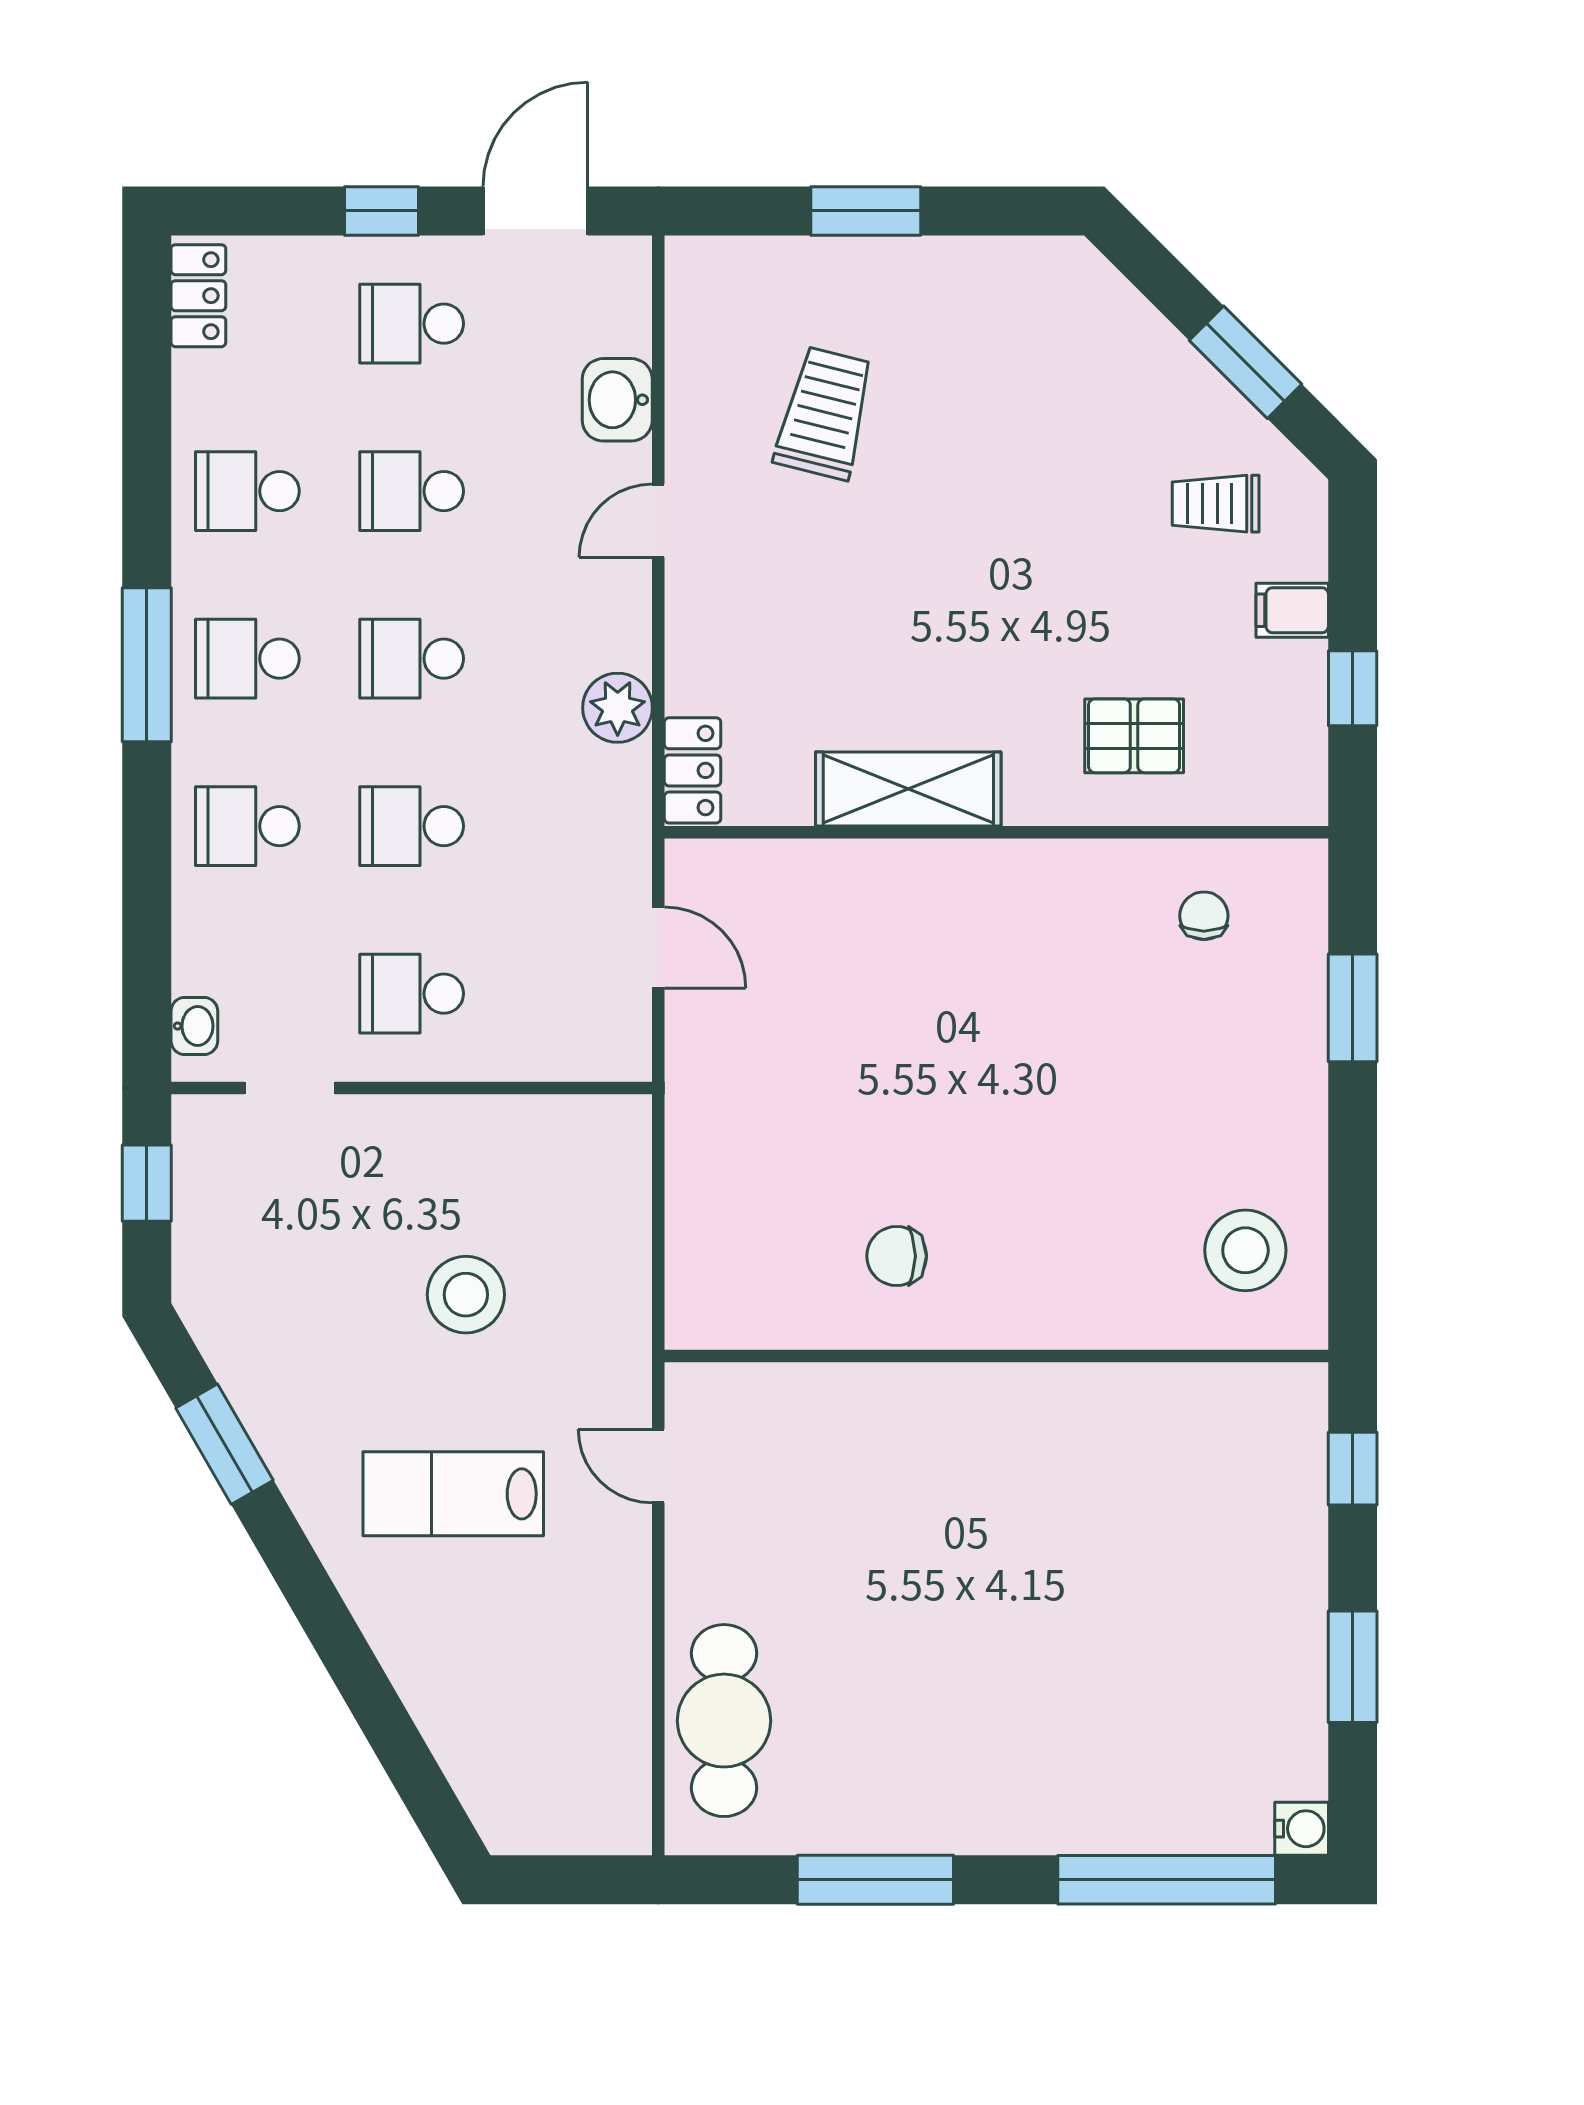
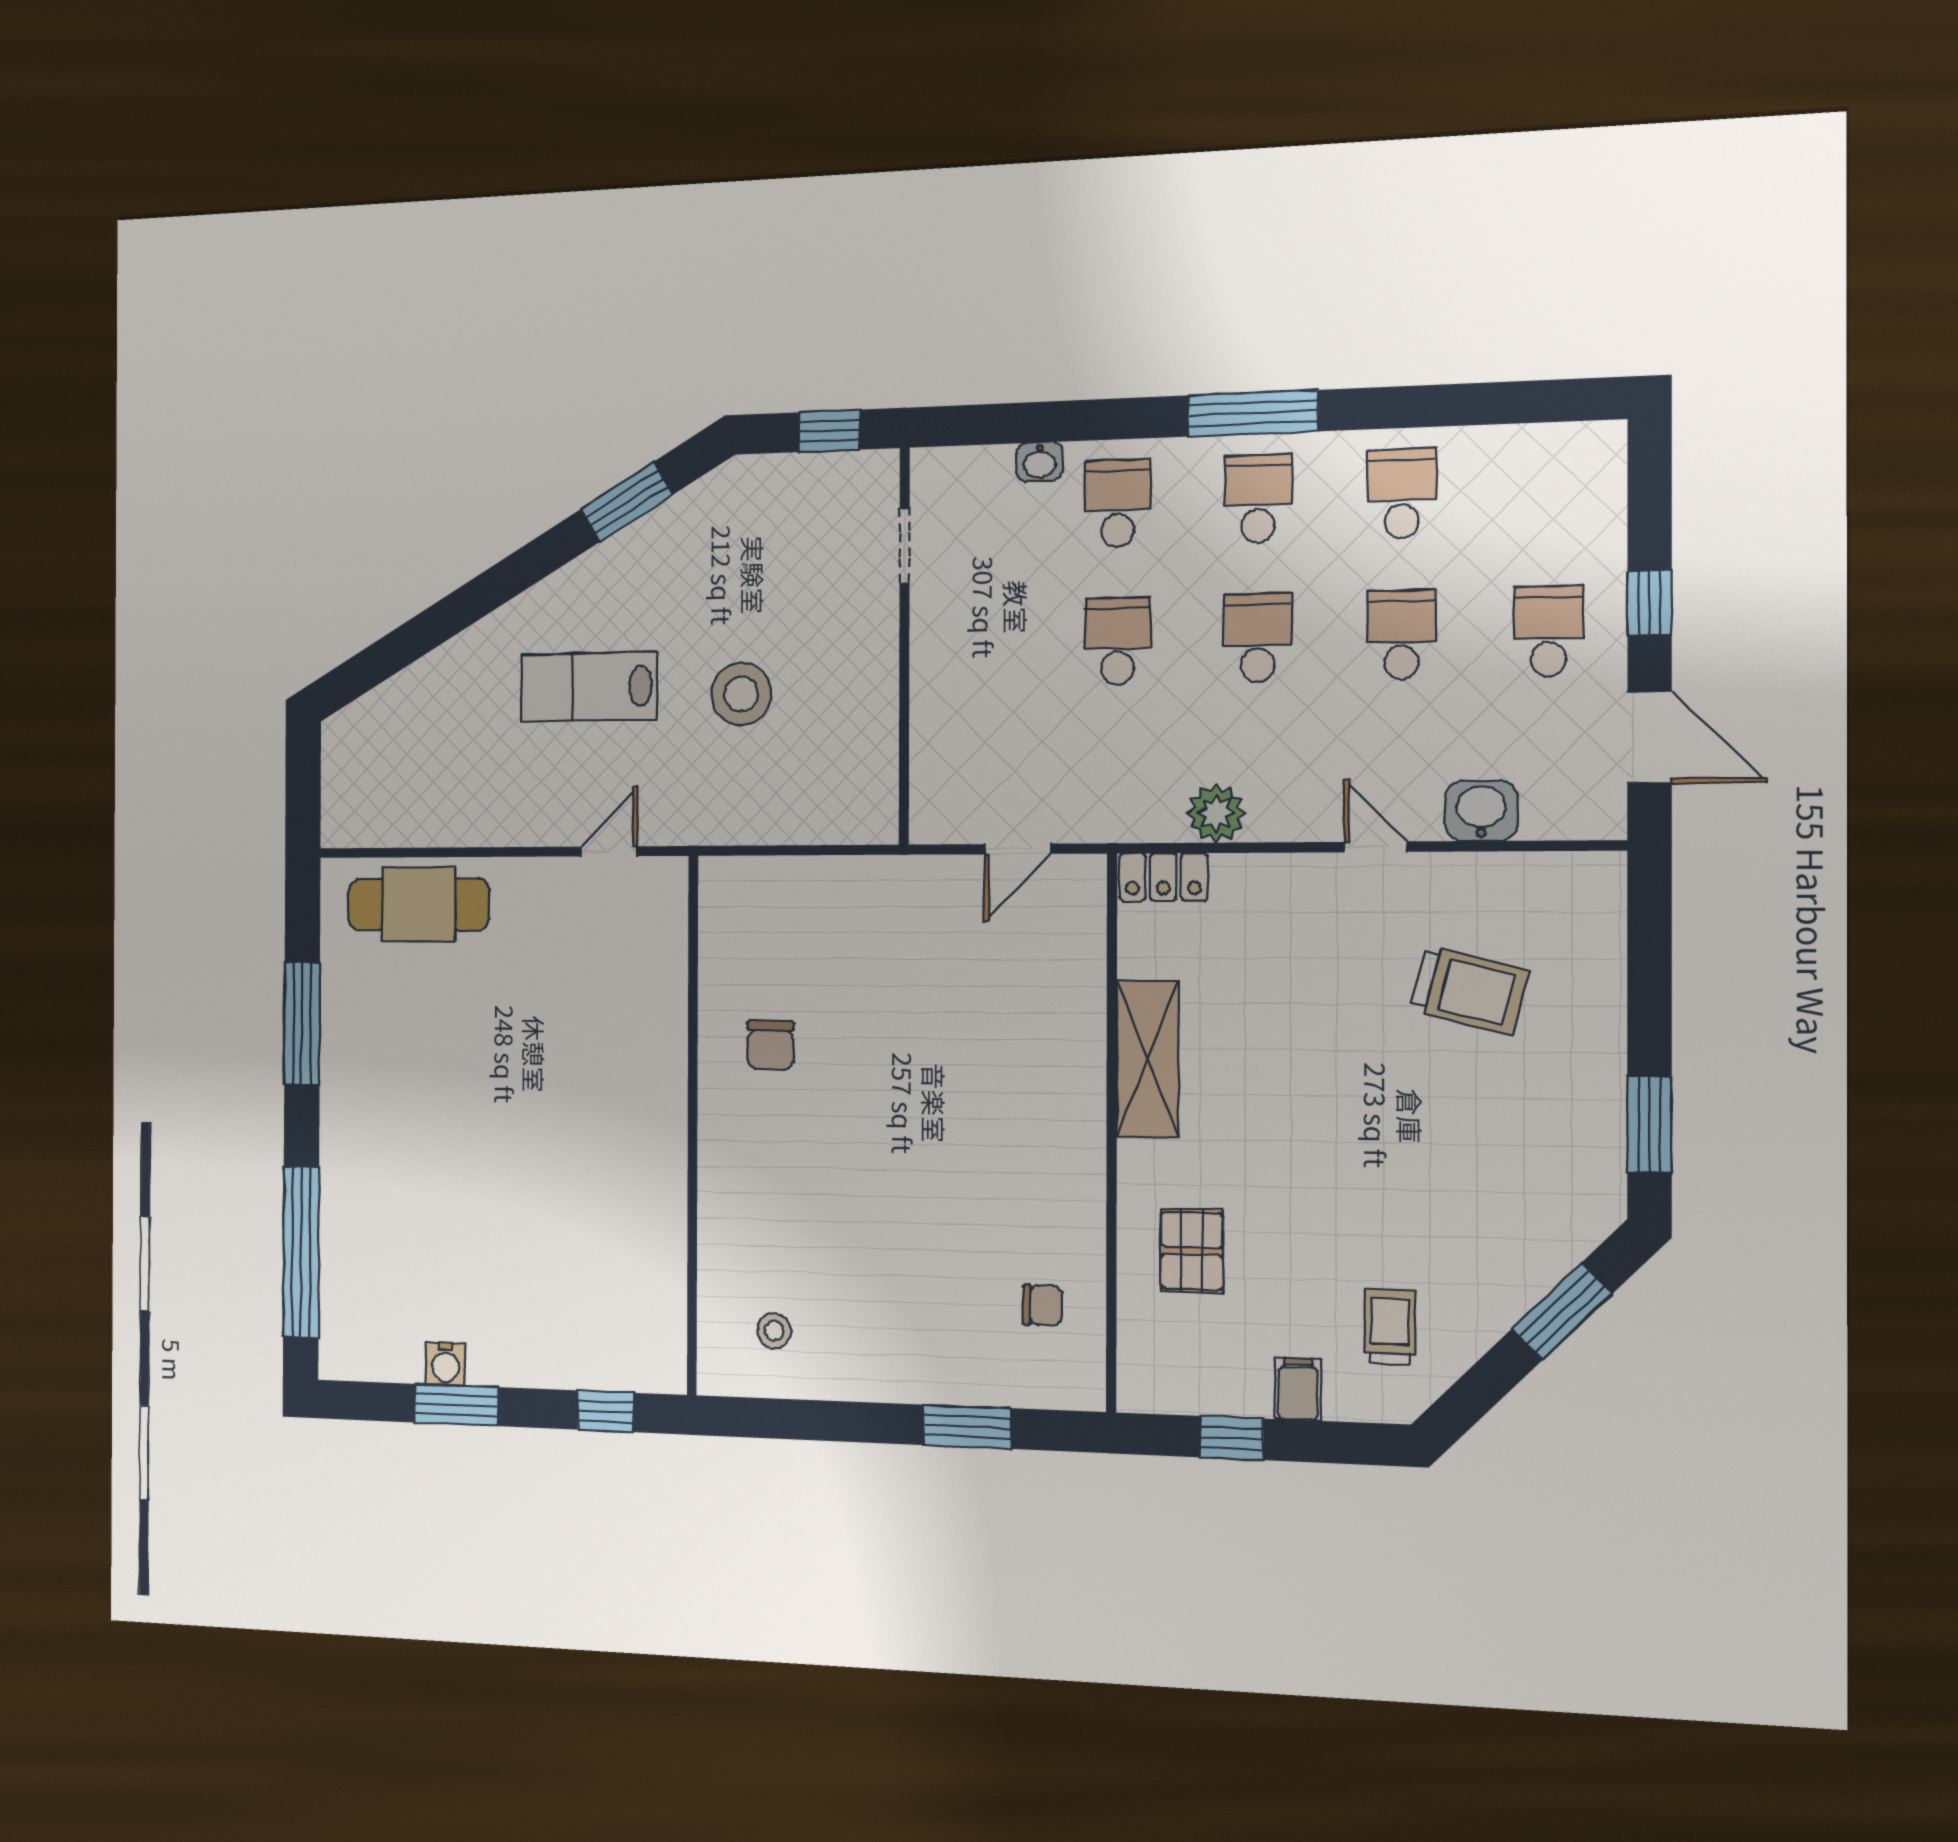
window: (866, 211) -> (1649, 1124), moved
locker: (198, 296) -> (1574, 445), removed
window: (1246, 362) -> (1562, 1311), moved
school desk: (412, 994) -> (980, 644), removed
washbasin: (194, 1026) -> (1040, 462), moved
stool: (1245, 1250) -> (774, 1331), width x0.53, depth x0.53
chair: (897, 1256) -> (770, 1045), turned 180
lab bench: (453, 1494) -> (588, 687), turned -90
water cooler: (1302, 1829) -> (446, 1364), moved

